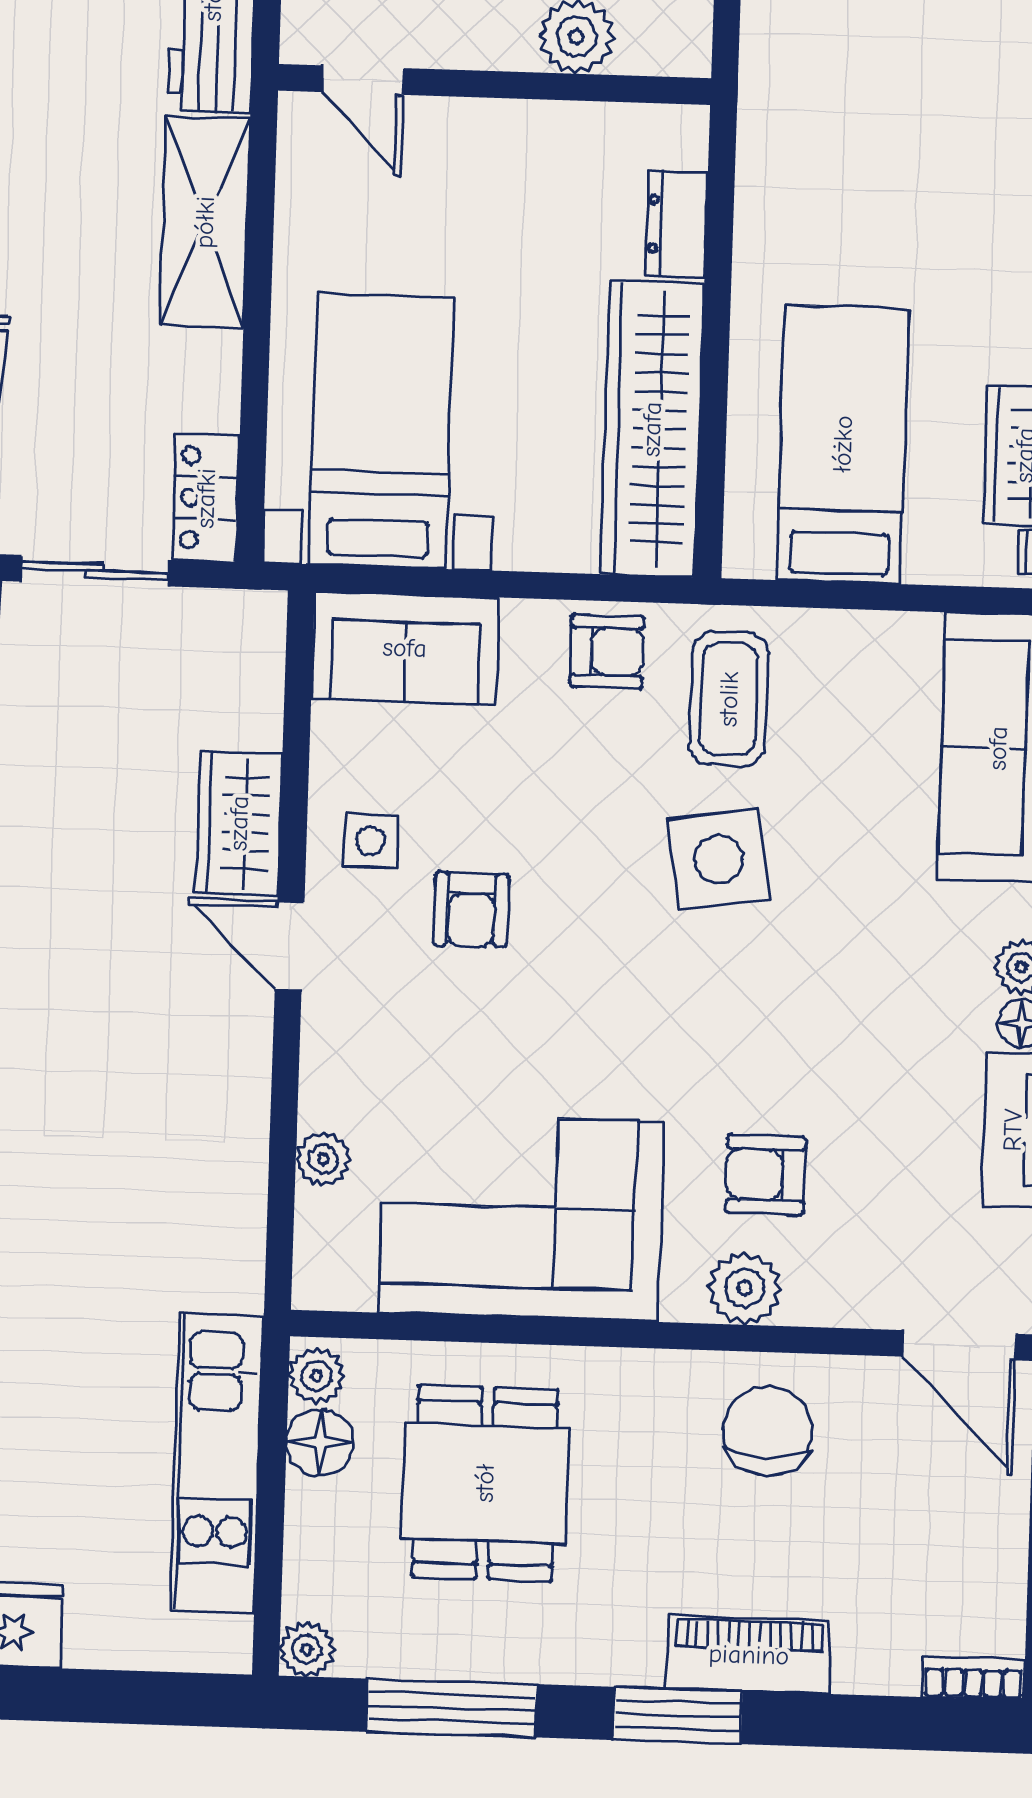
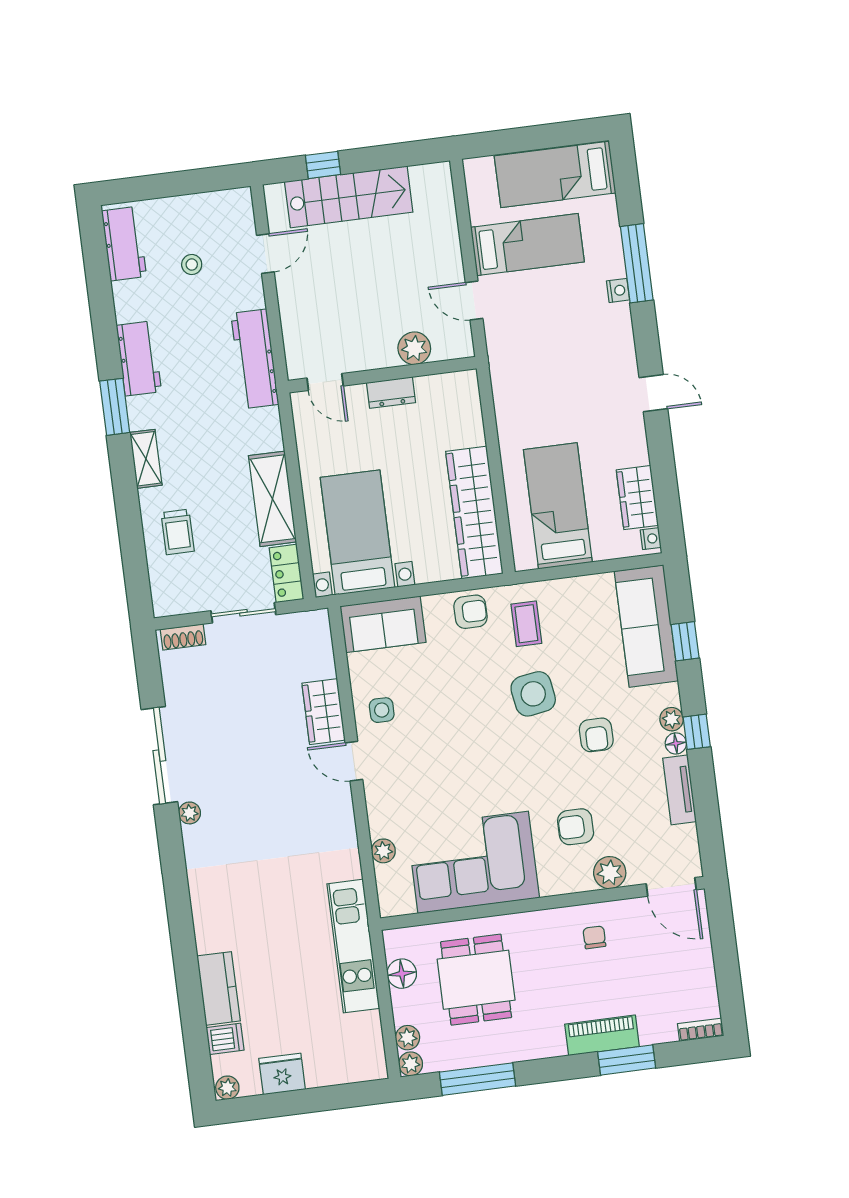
shelving: (205, 222) -> (272, 499), moved
dresser: (677, 224) -> (391, 393), moved, turned -90
coffee table: (729, 699) -> (526, 624), width x0.73, depth x0.77
armchair: (471, 910) -> (596, 735), moved
plant: (745, 1288) -> (610, 873), moved
plant: (316, 1376) -> (407, 1038), moved
chair: (768, 1431) -> (594, 937), width x0.54, depth x0.54
kitchen unit: (217, 1463) -> (353, 946), moved
window: (678, 1716) -> (627, 1060), moved

